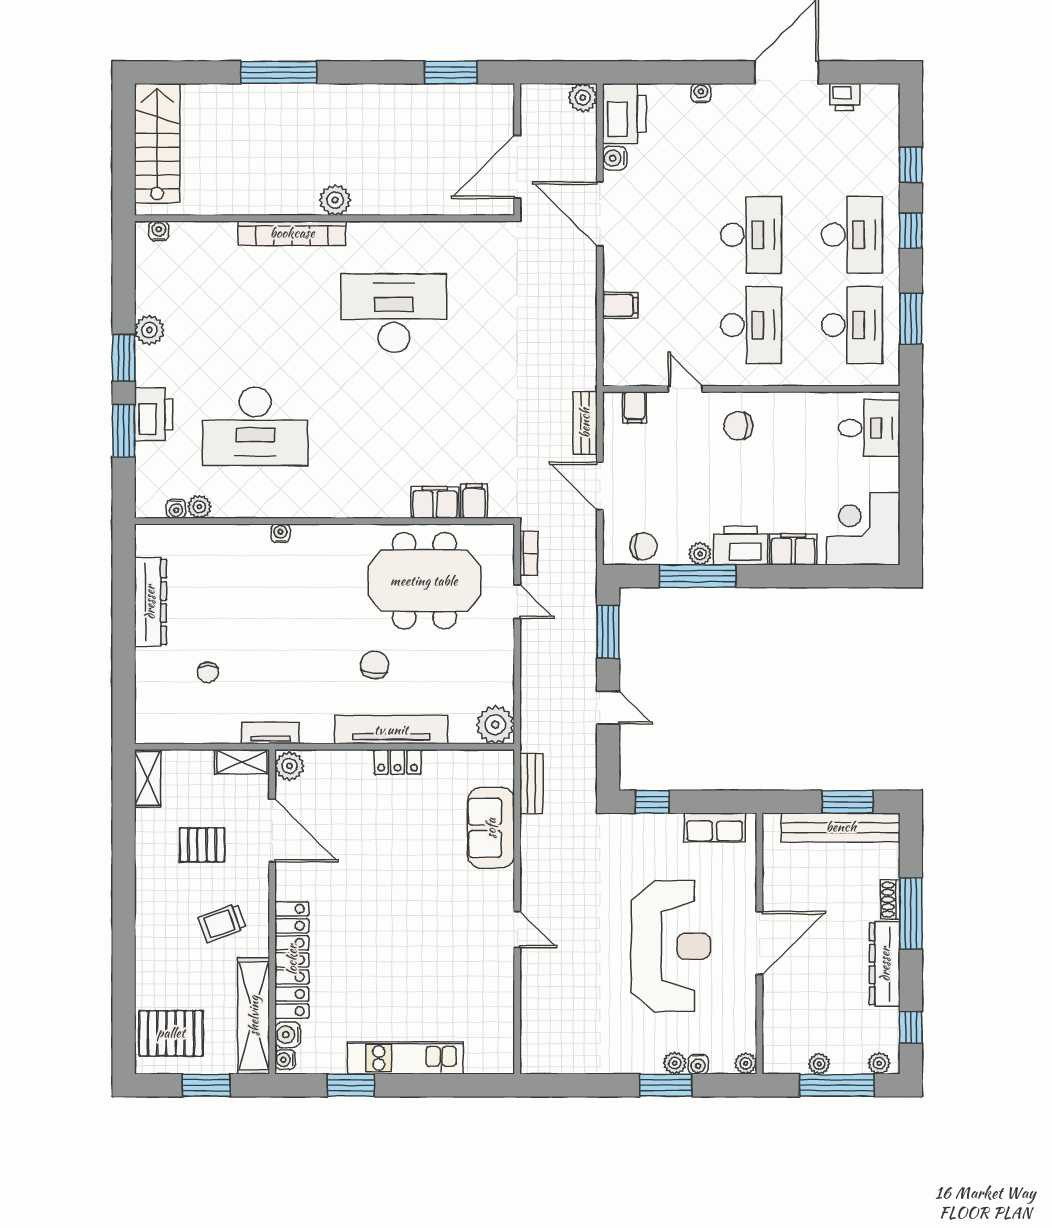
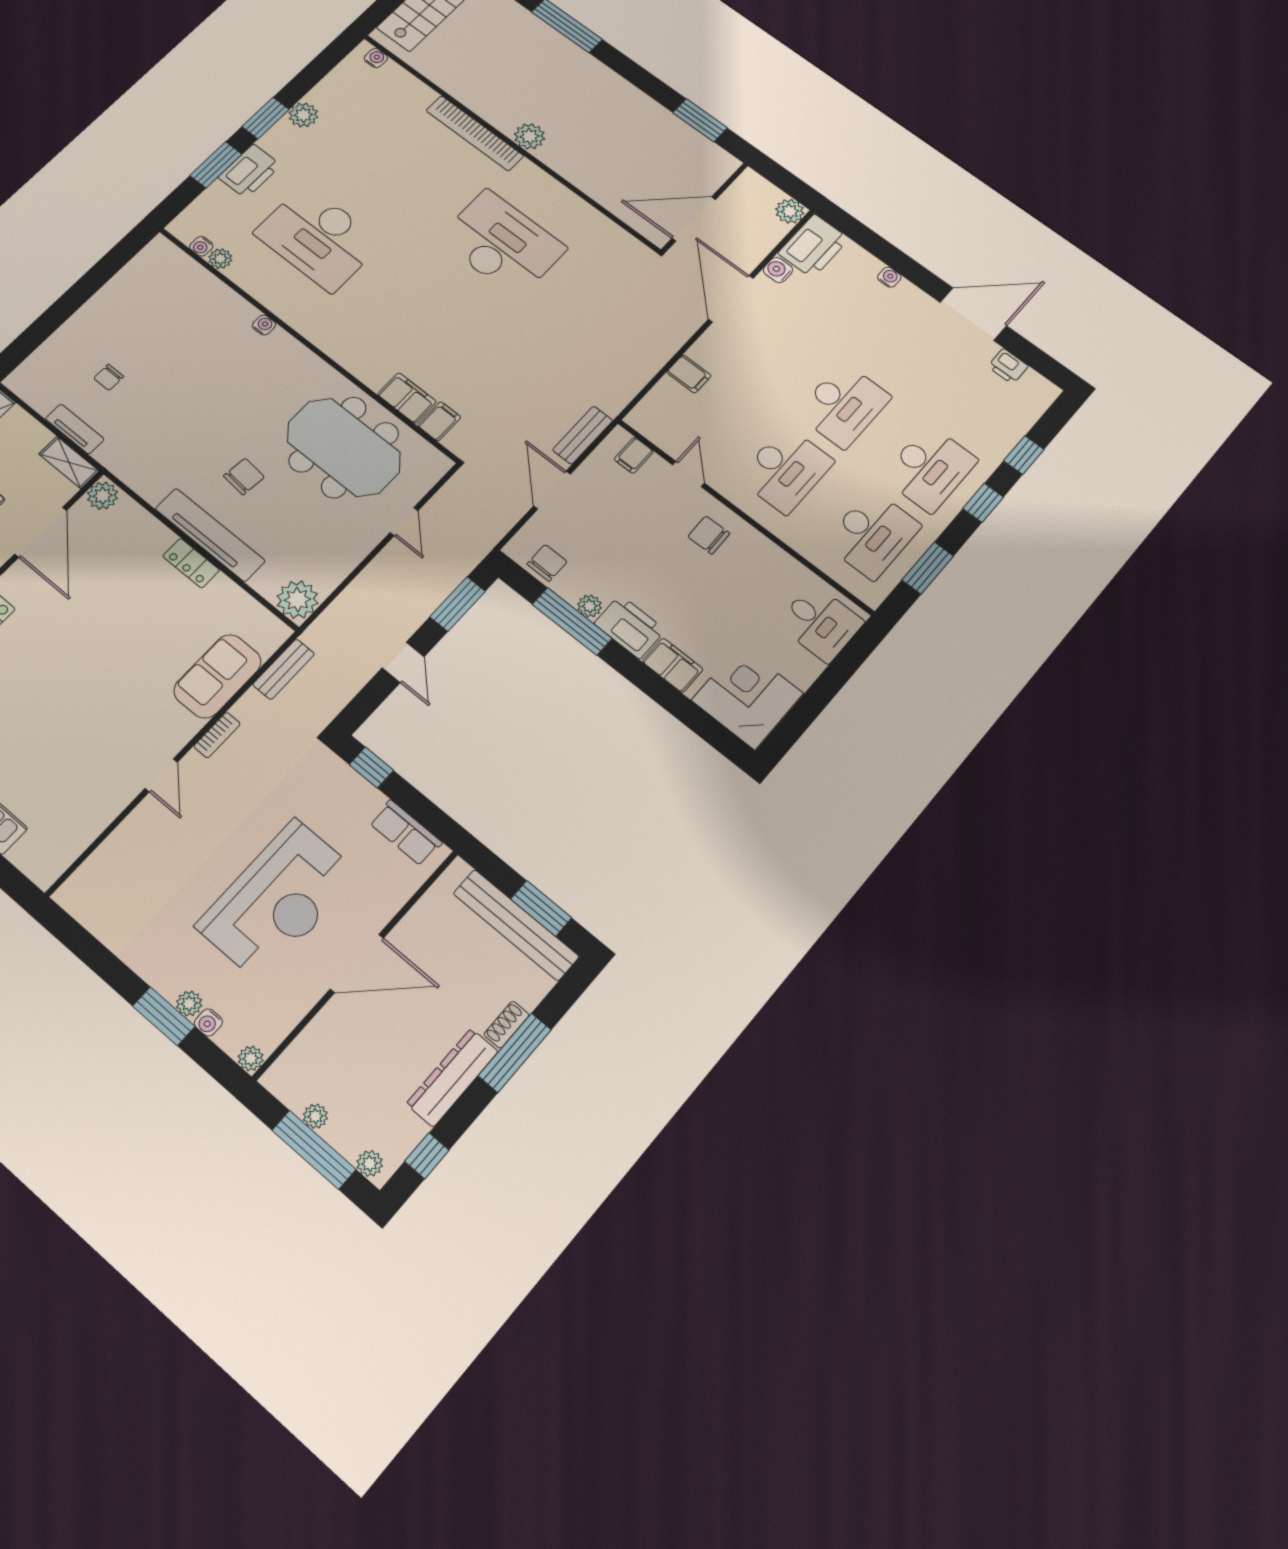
chair: (643, 546) -> (547, 563), turned -87
bookcase: (529, 553) -> (217, 735), moved
dresser: (150, 602) -> (116, 294), removed
tv unit: (271, 733) -> (75, 429), moved

